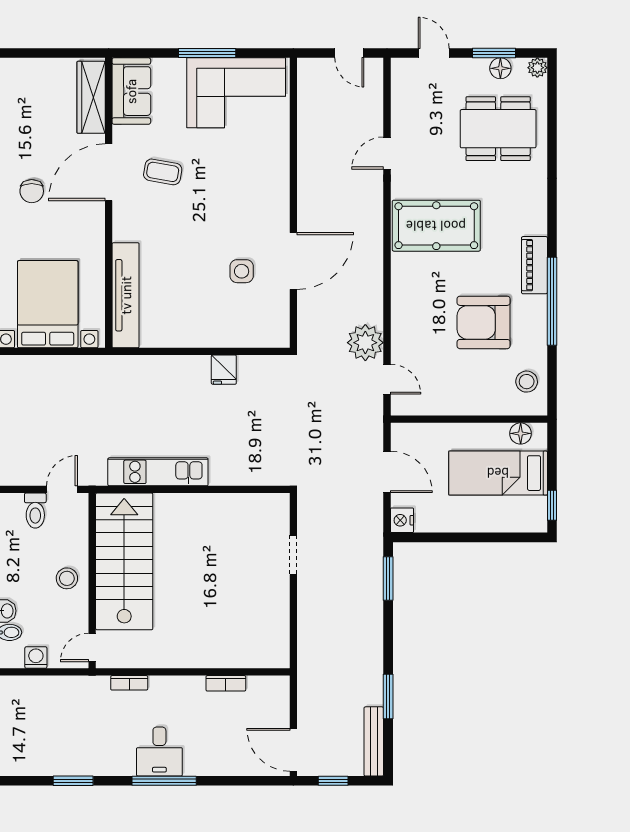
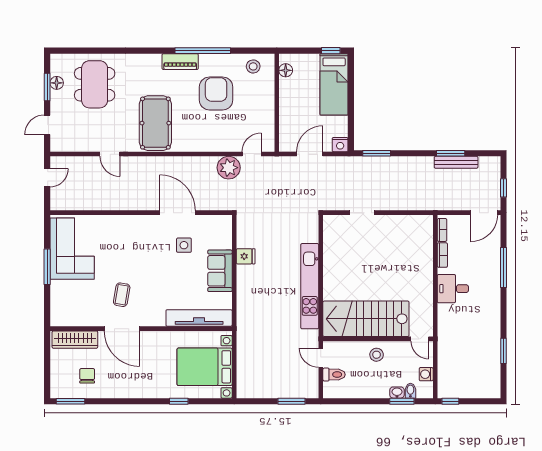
plant: (537, 68) -> (56, 60), removed
sofa: (131, 91) -> (220, 271), moved, turned -90
chair: (32, 191) -> (87, 376), moved, turned -90
armchair: (484, 322) -> (216, 93), turned 180
kitchen unit: (158, 472) -> (310, 286), width x1.36
bed: (498, 473) -> (334, 84), moved
bookcase: (129, 683) -> (442, 230), moved
bench: (374, 741) -> (456, 162), moved
desk: (159, 751) -> (453, 289), moved, turned 180
window: (164, 781) -> (503, 267), moved

